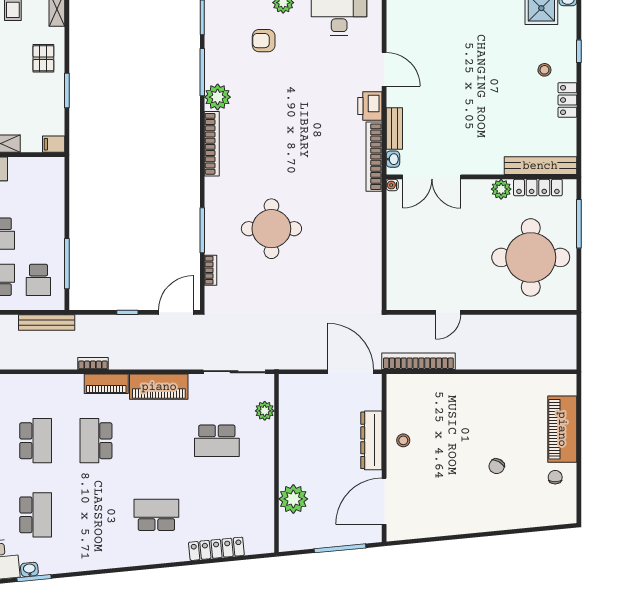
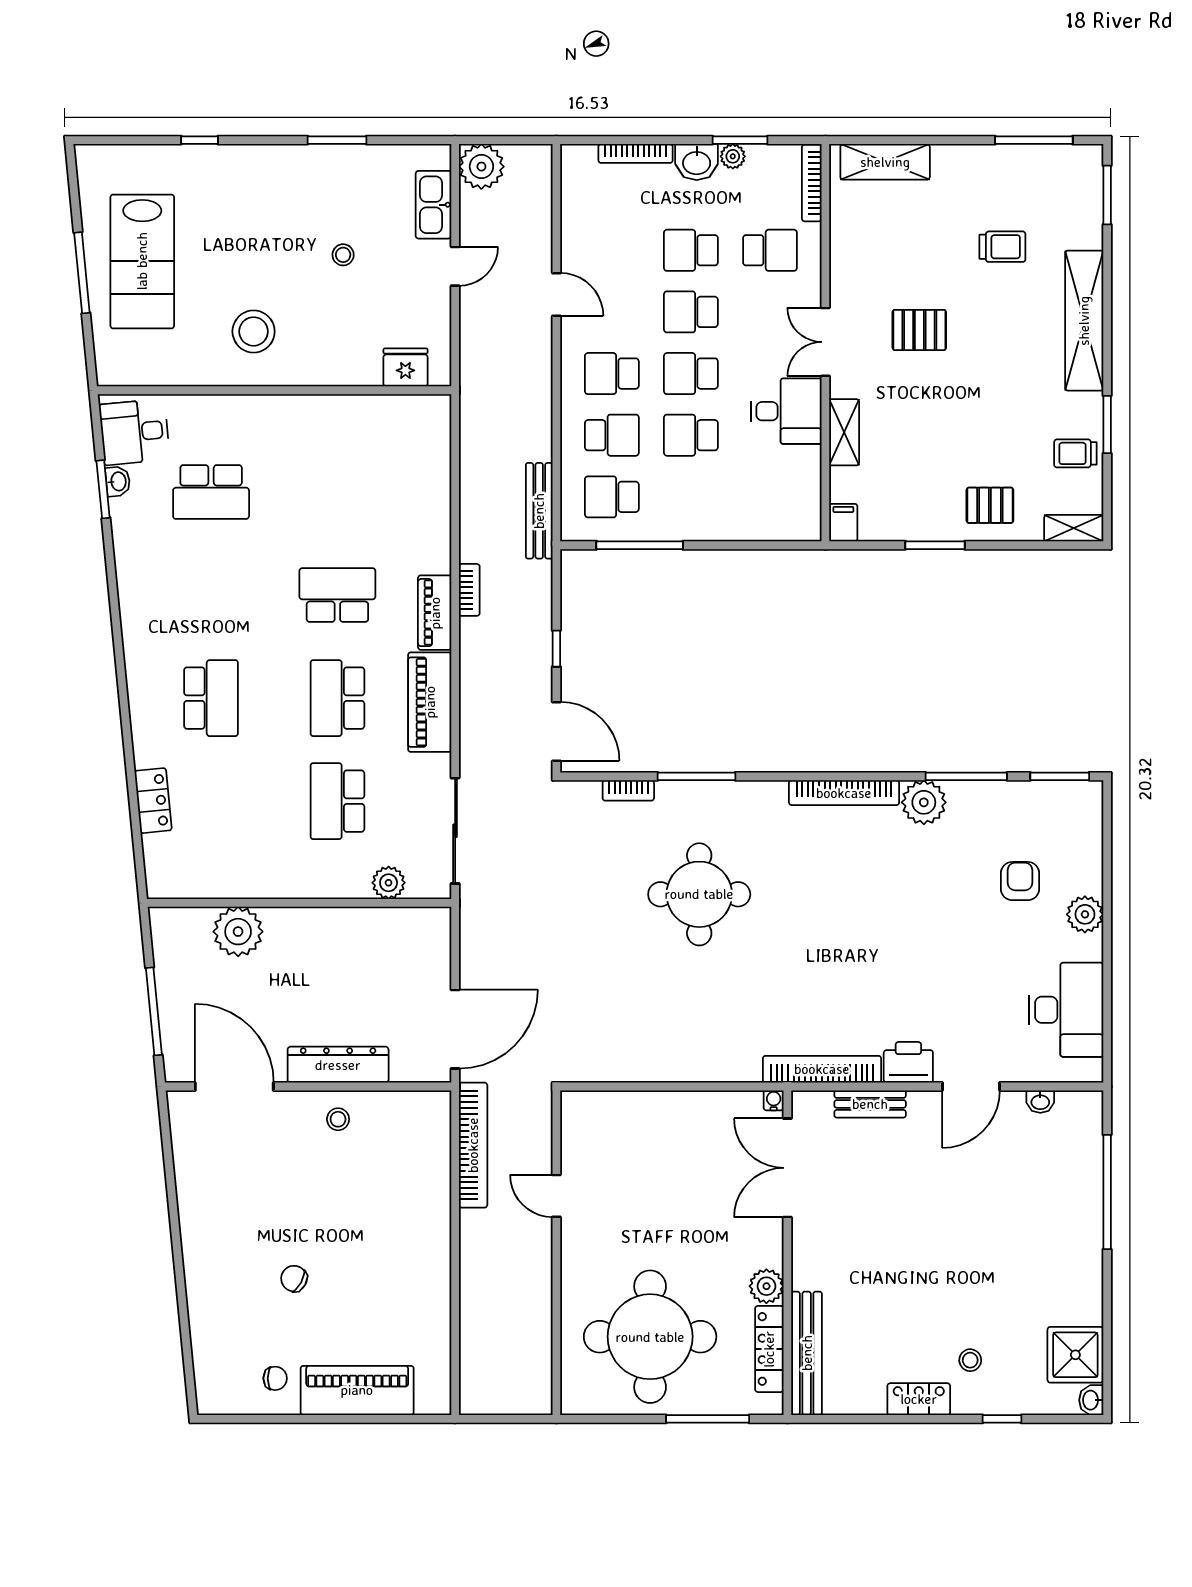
washbasin: (393, 159) -> (1040, 1102), moved
school desk: (36, 441) -> (337, 698), moved, turned 90
locker: (216, 549) -> (153, 801), width x0.66

